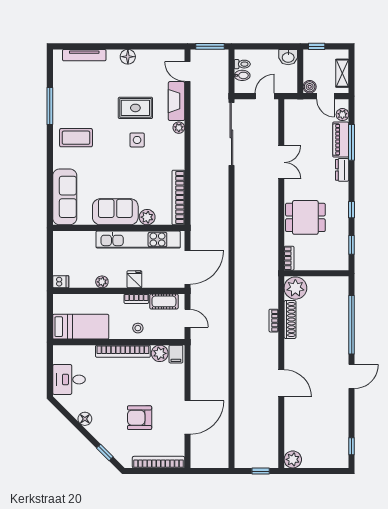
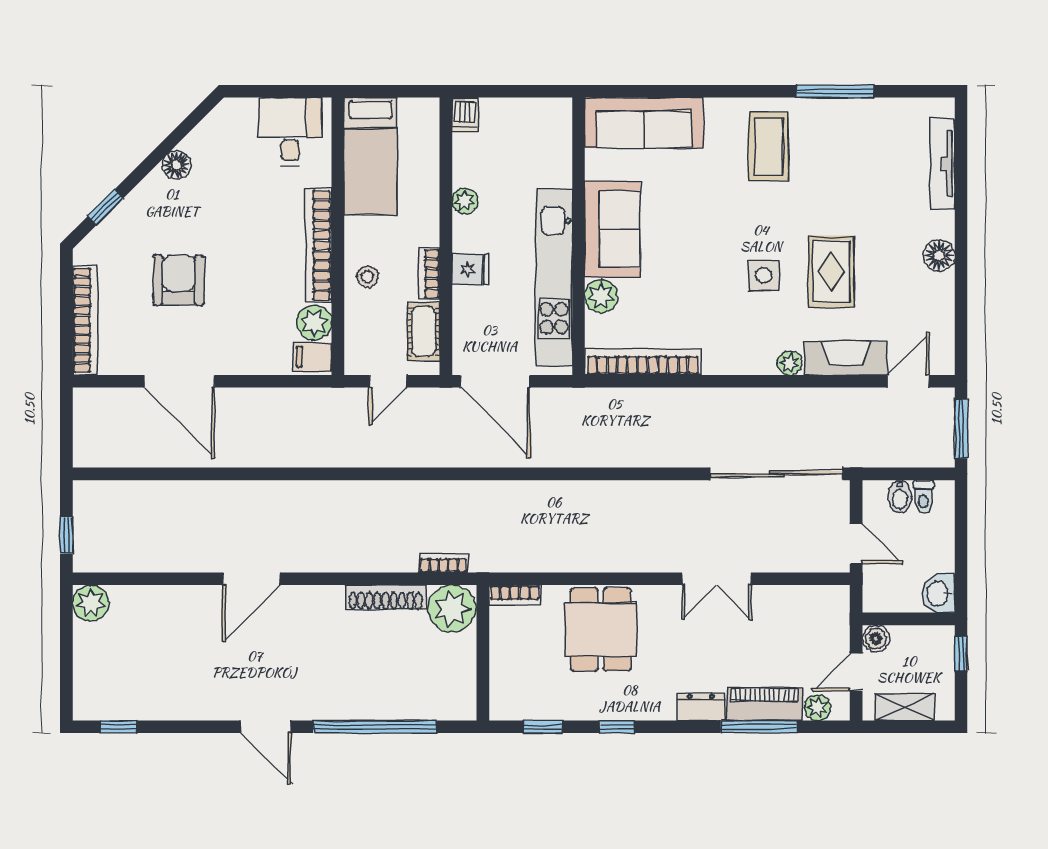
bookcase: (274, 321) -> (443, 563), moved
desk: (69, 379) -> (290, 132), moved

